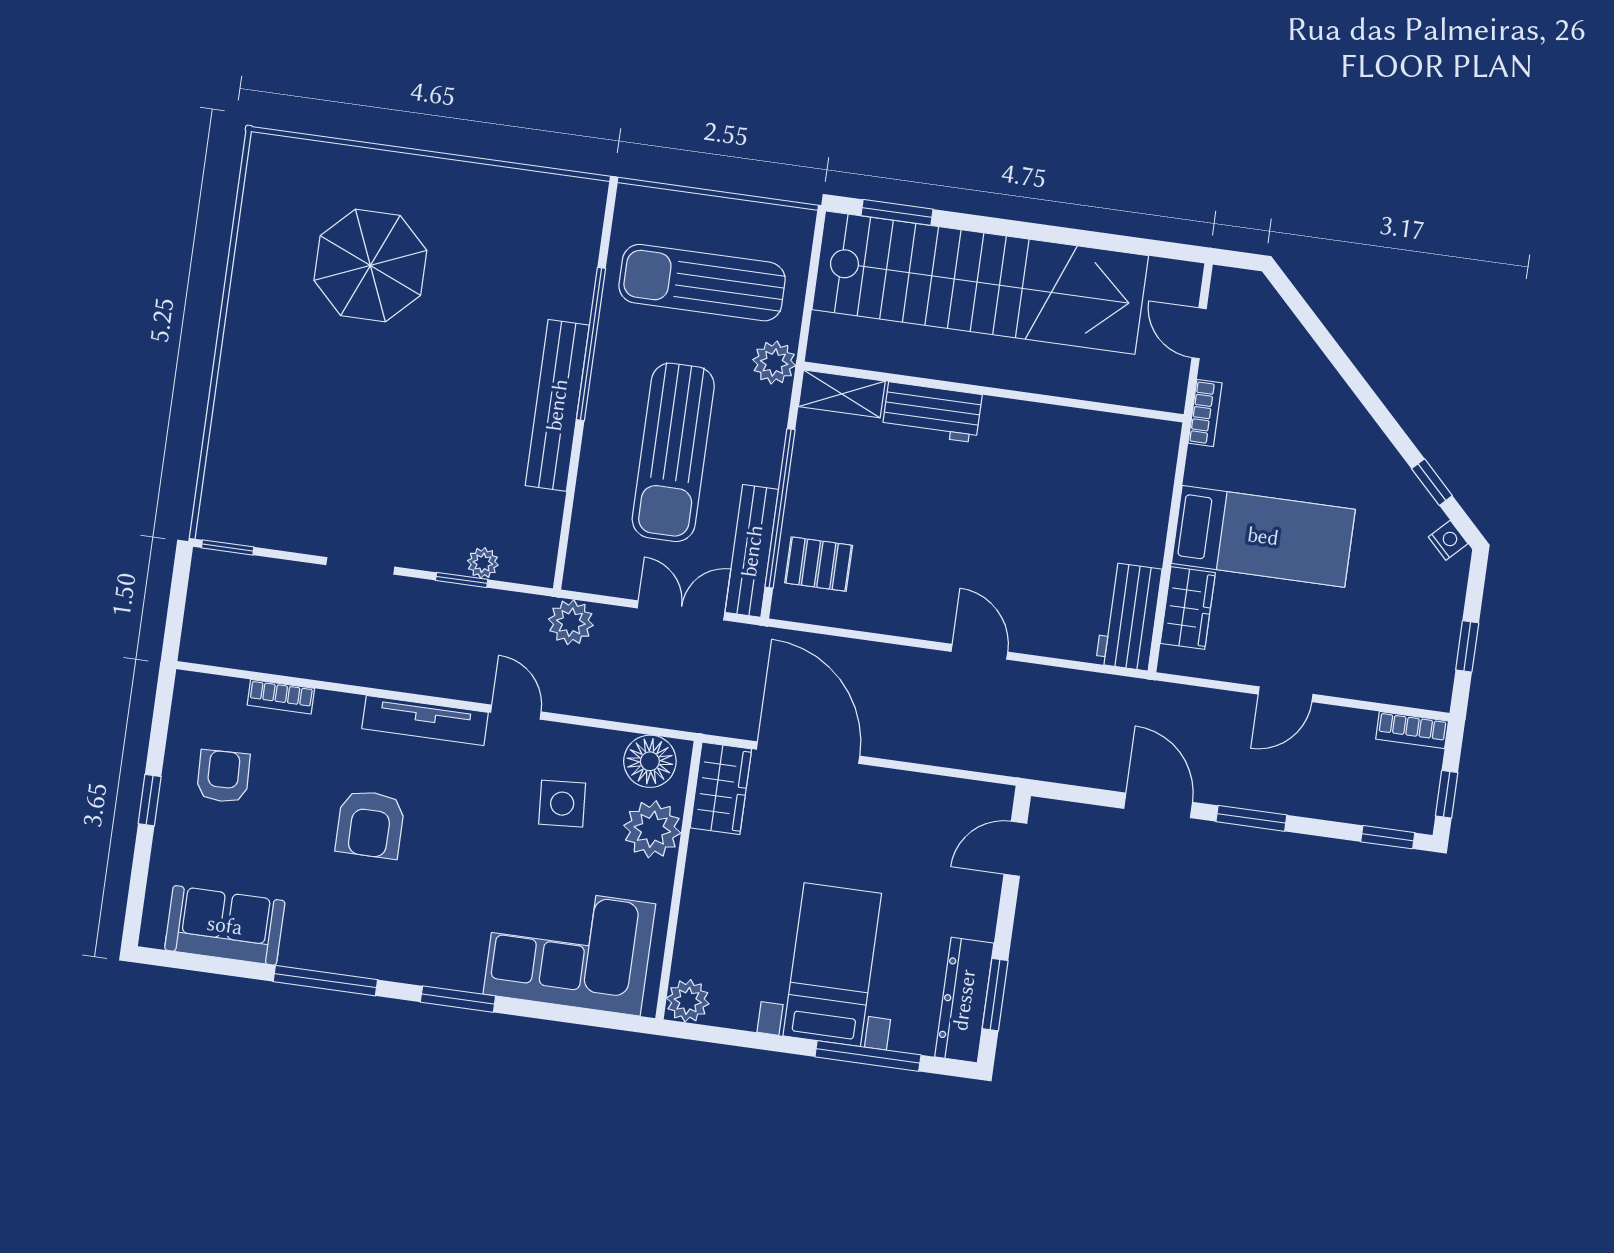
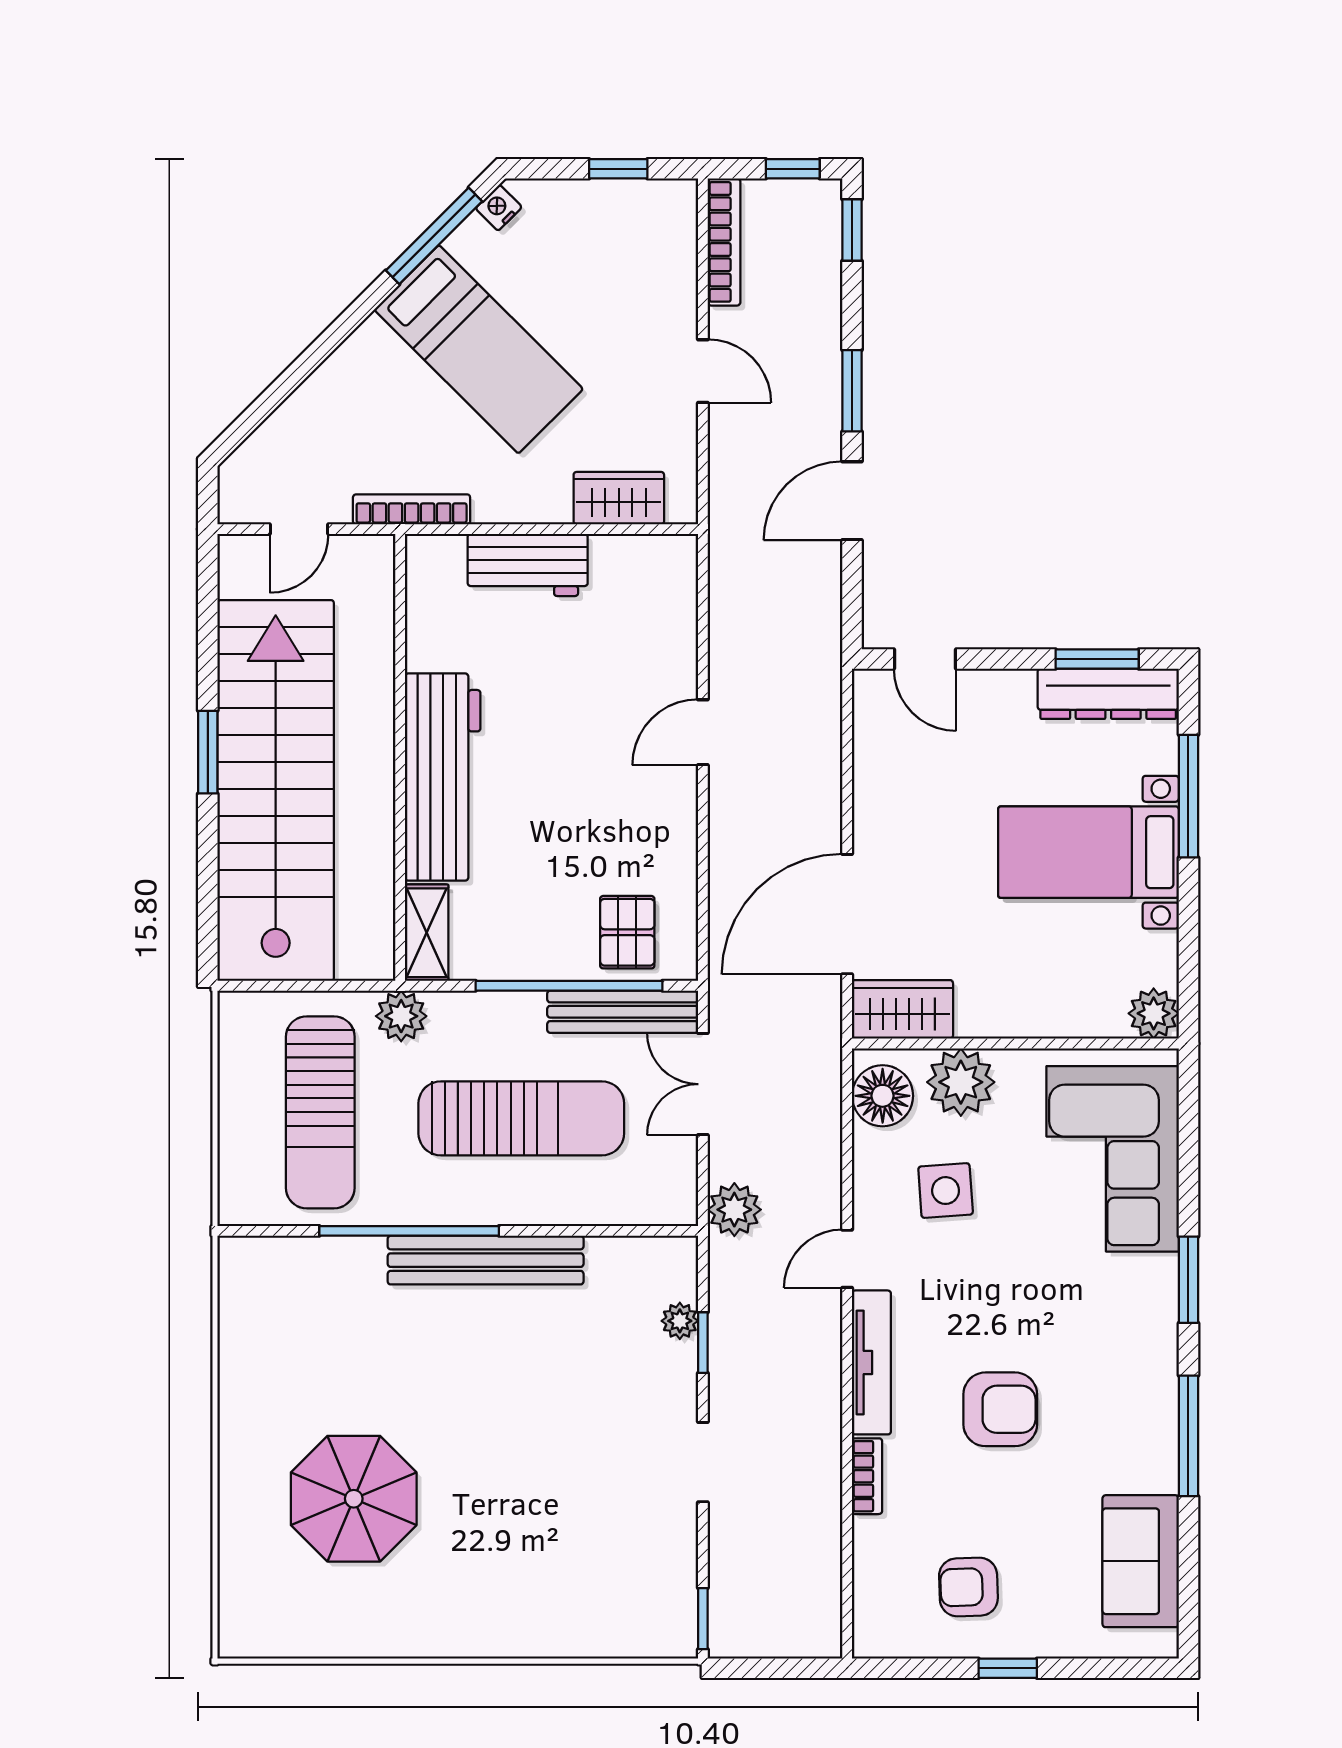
window: (897, 212) -> (208, 752), moved
workbench: (932, 412) -> (443, 777), width x1.88, depth x1.32
bookcase: (1205, 413) -> (412, 509), width x1.56
window: (1432, 482) -> (434, 236), width x2.17
bed: (1263, 536) -> (479, 349), moved, turned 135
workbench: (1129, 616) -> (528, 565), moved
bookcase: (281, 697) -> (867, 1476), moved
bookcase: (1412, 730) -> (724, 242), width x1.56

